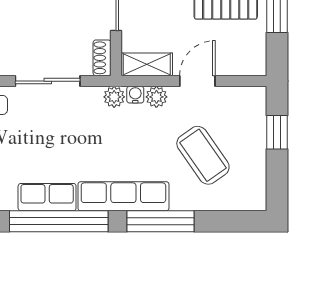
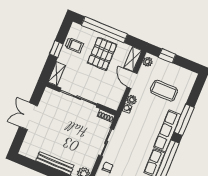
shelving: (147, 64) -> (133, 59), moved
plant: (114, 97) -> (148, 62), moved
coffee table: (203, 155) -> (164, 91), turned 35

